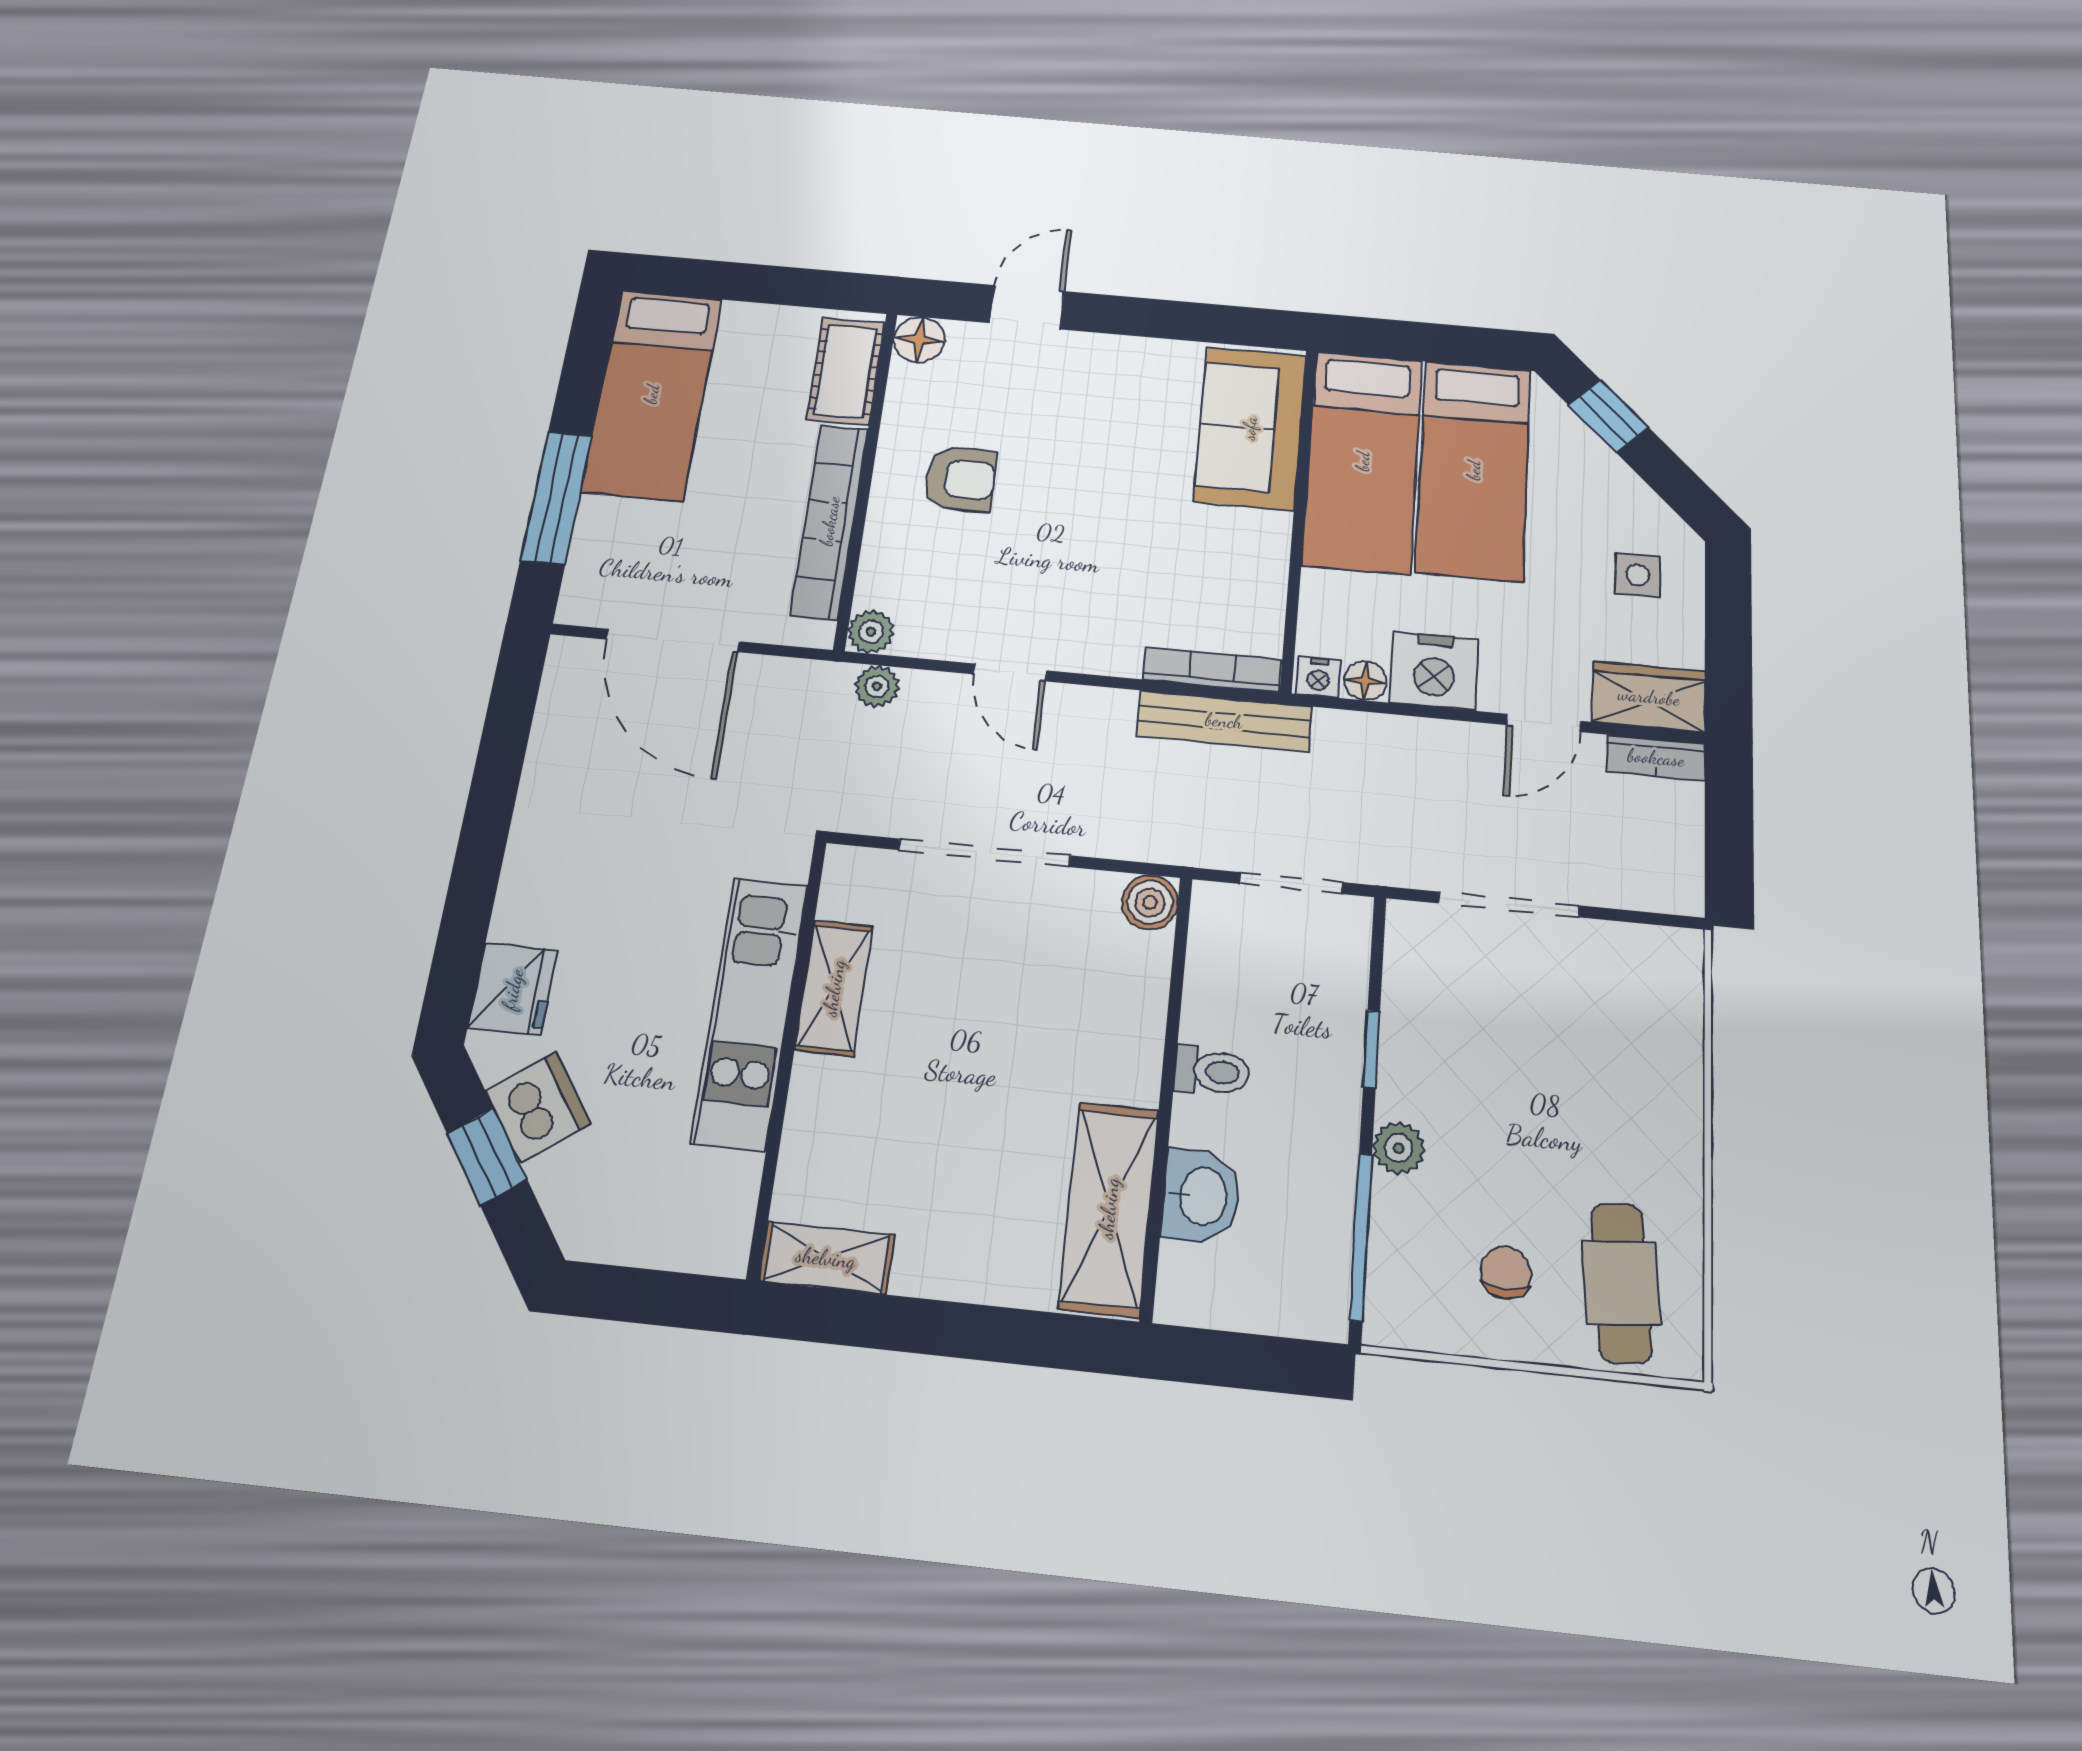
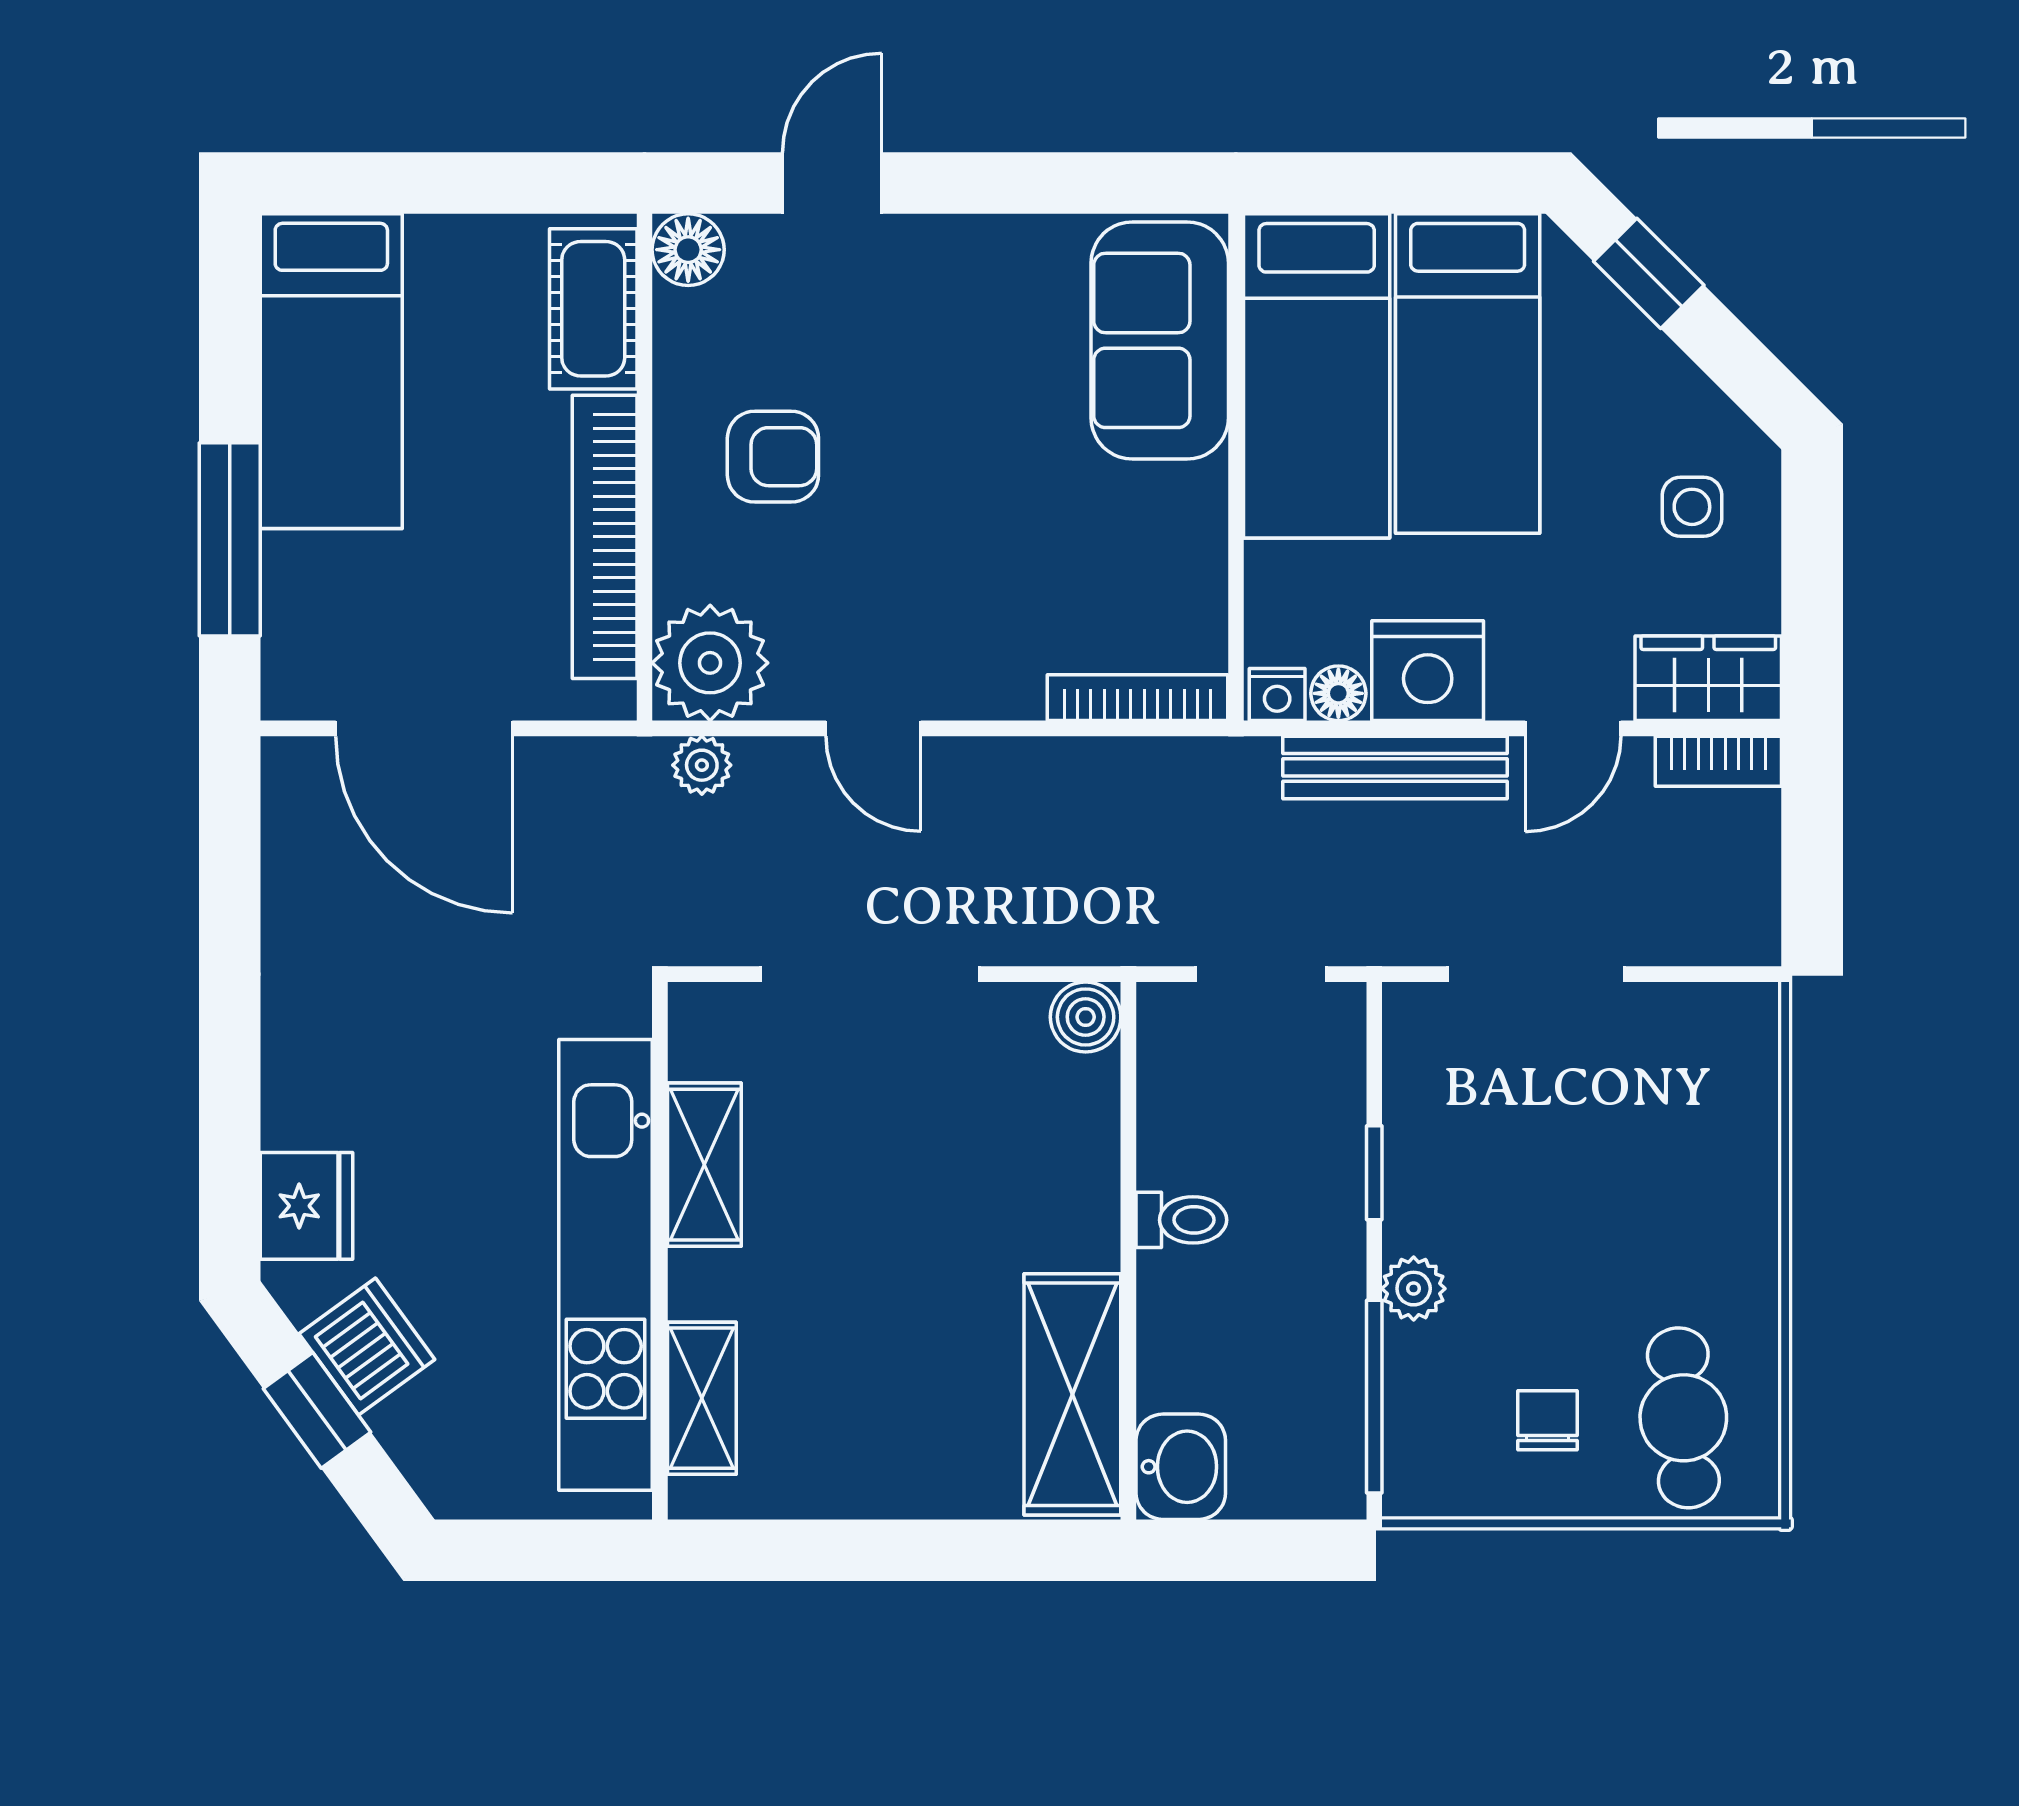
plant: (871, 632) -> (710, 663), width x1.87, depth x1.87
bench: (1224, 721) -> (1395, 767), moved
kitchen unit: (750, 1012) -> (606, 1265), width x1.36
washbasin: (1201, 1196) -> (1181, 1467), moved
shelving: (826, 1258) -> (702, 1398), moved, turned 90

